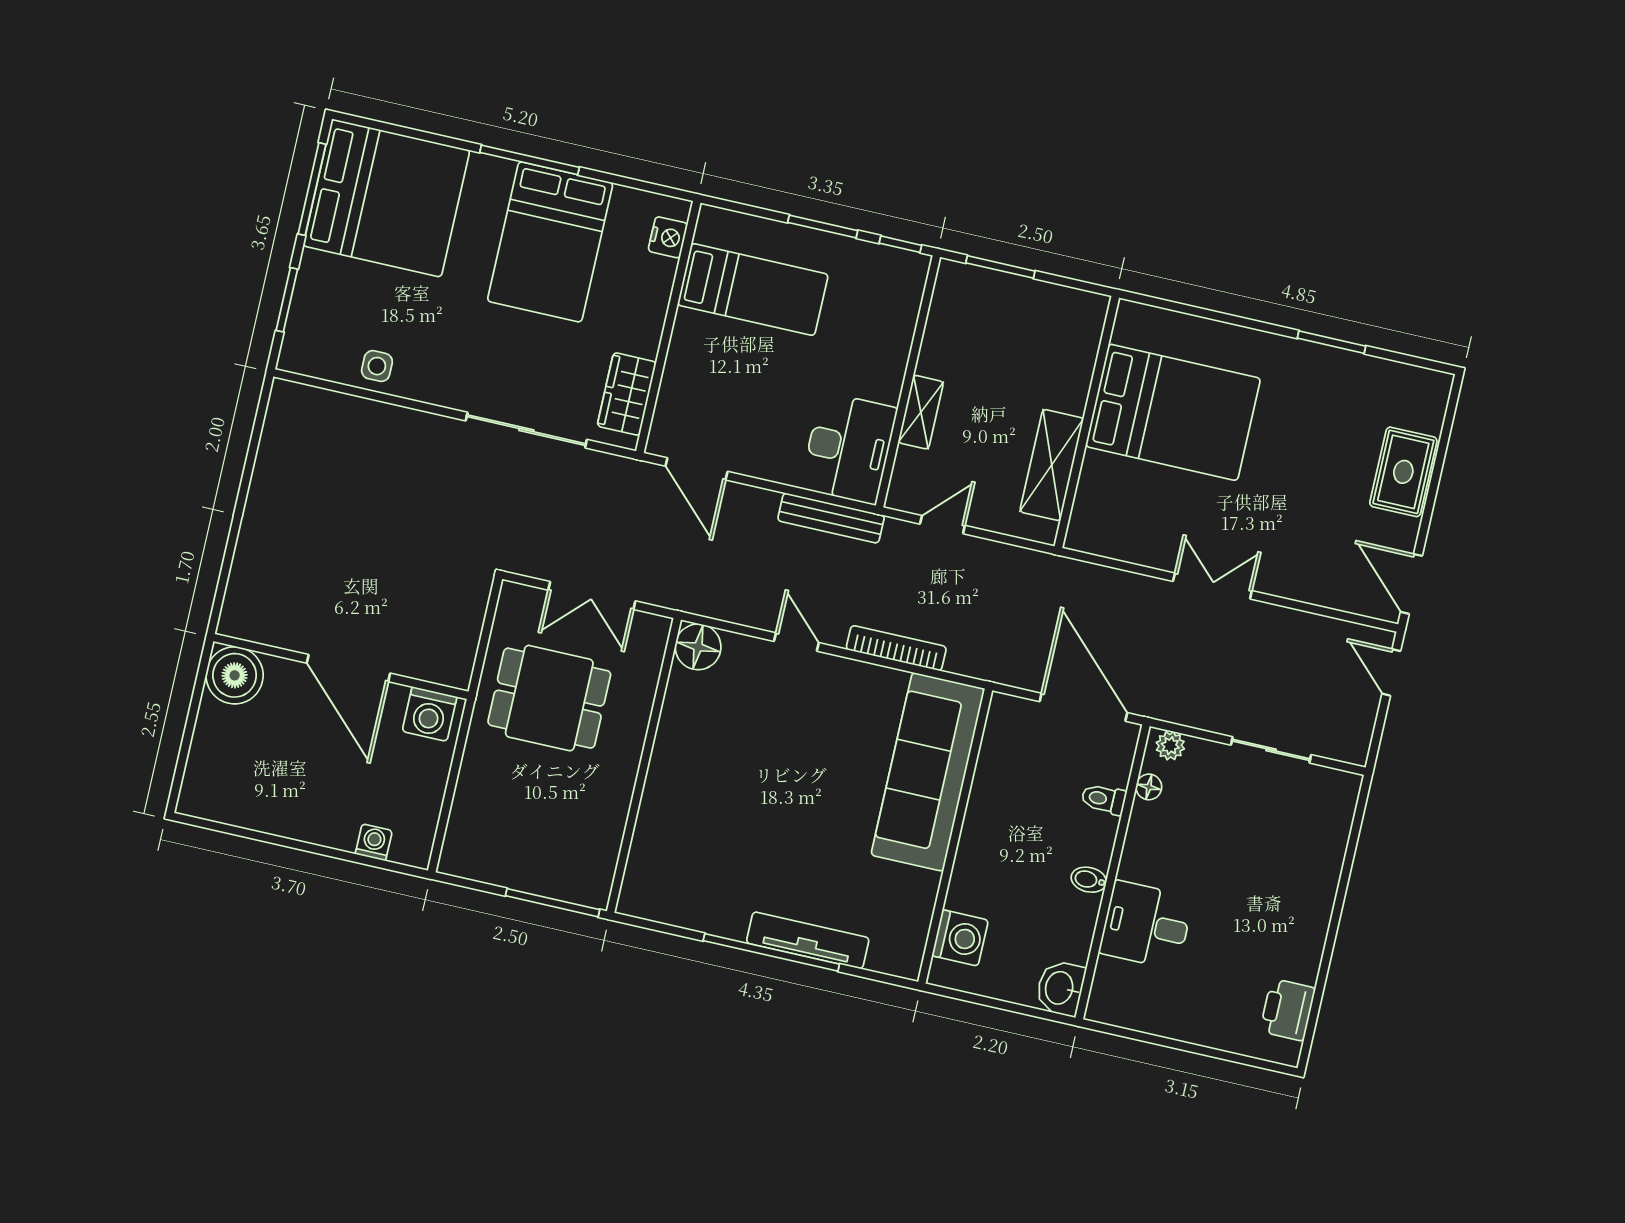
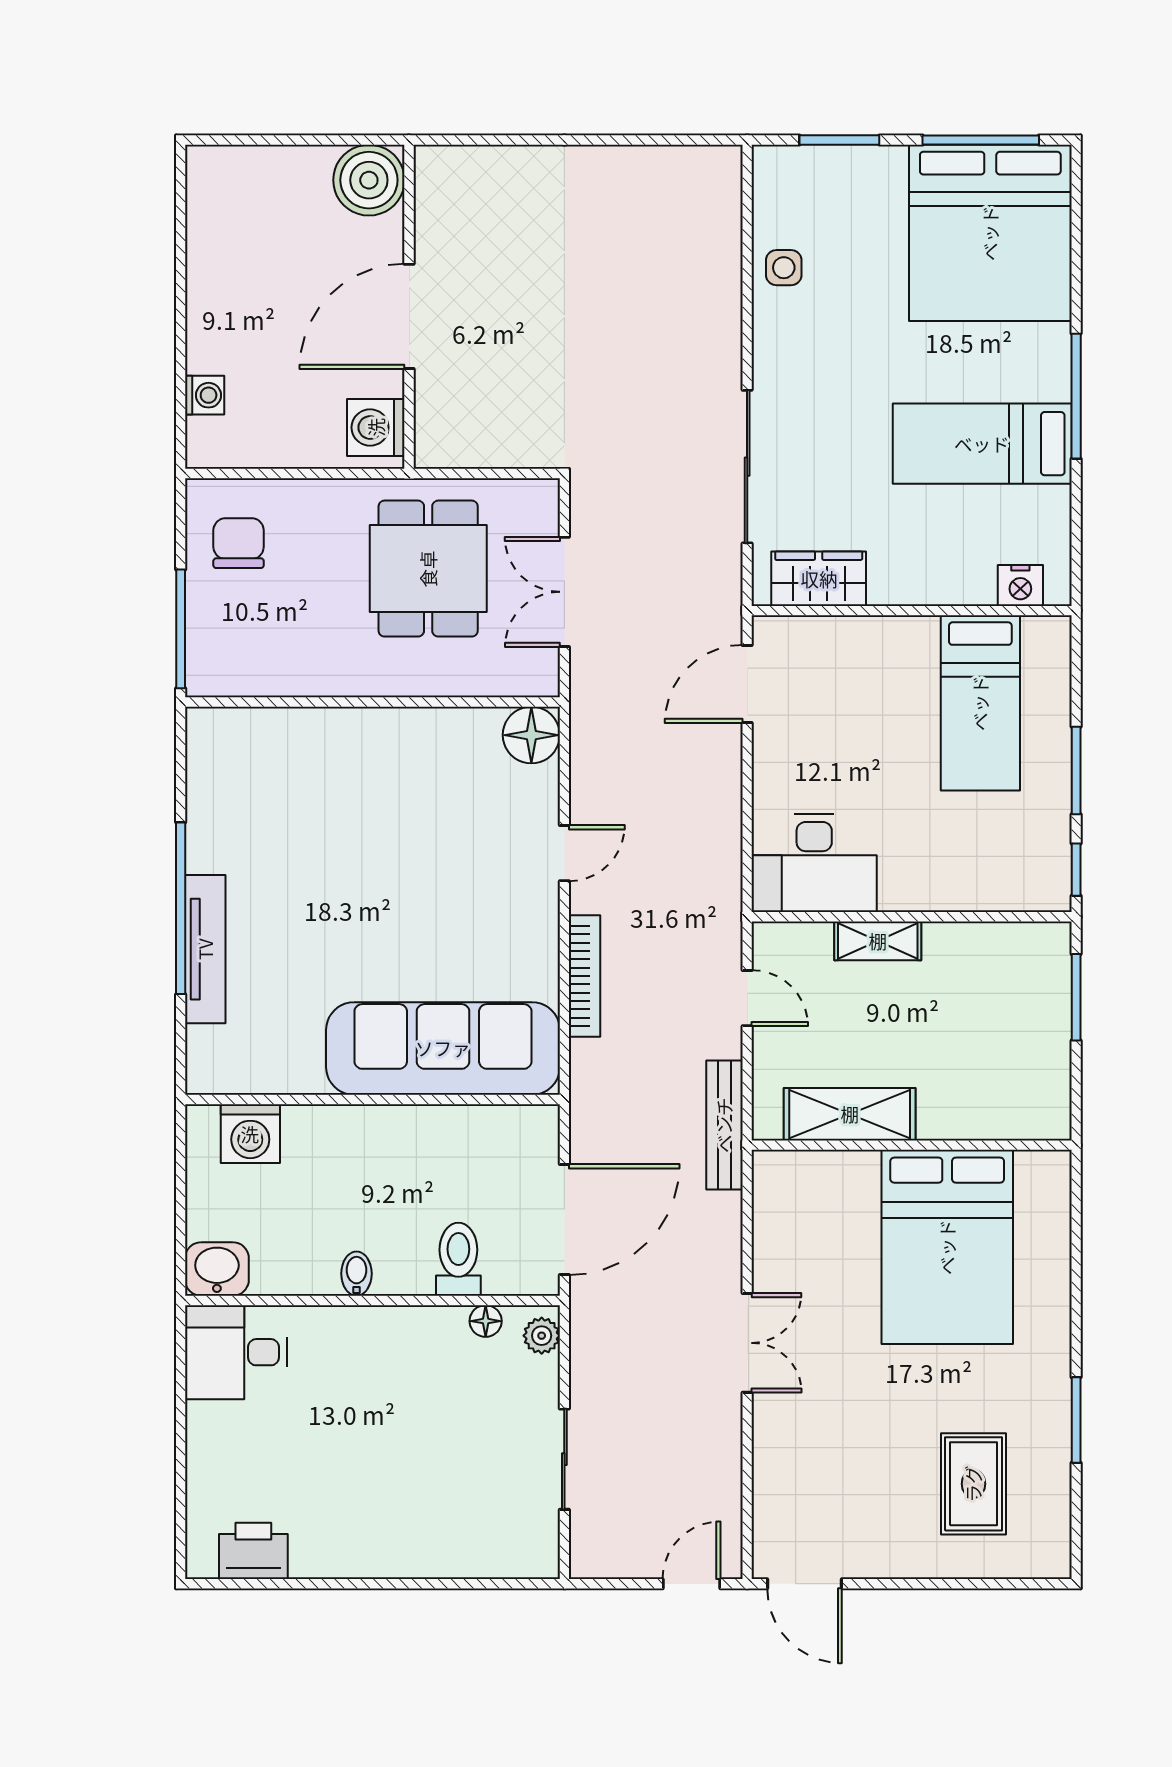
bed: (550, 242) -> (982, 444), width x0.67
rug: (1403, 472) -> (973, 1484), moved, turned 90
bench: (831, 518) -> (724, 1125), moved
door: (1411, 584) -> (805, 1584), swing flipped
toilet: (1104, 799) -> (458, 1259), width x1.37, depth x1.39
chair: (496, 842) -> (239, 543), added
desk: (1146, 925) -> (236, 1352), moved, turned -90

